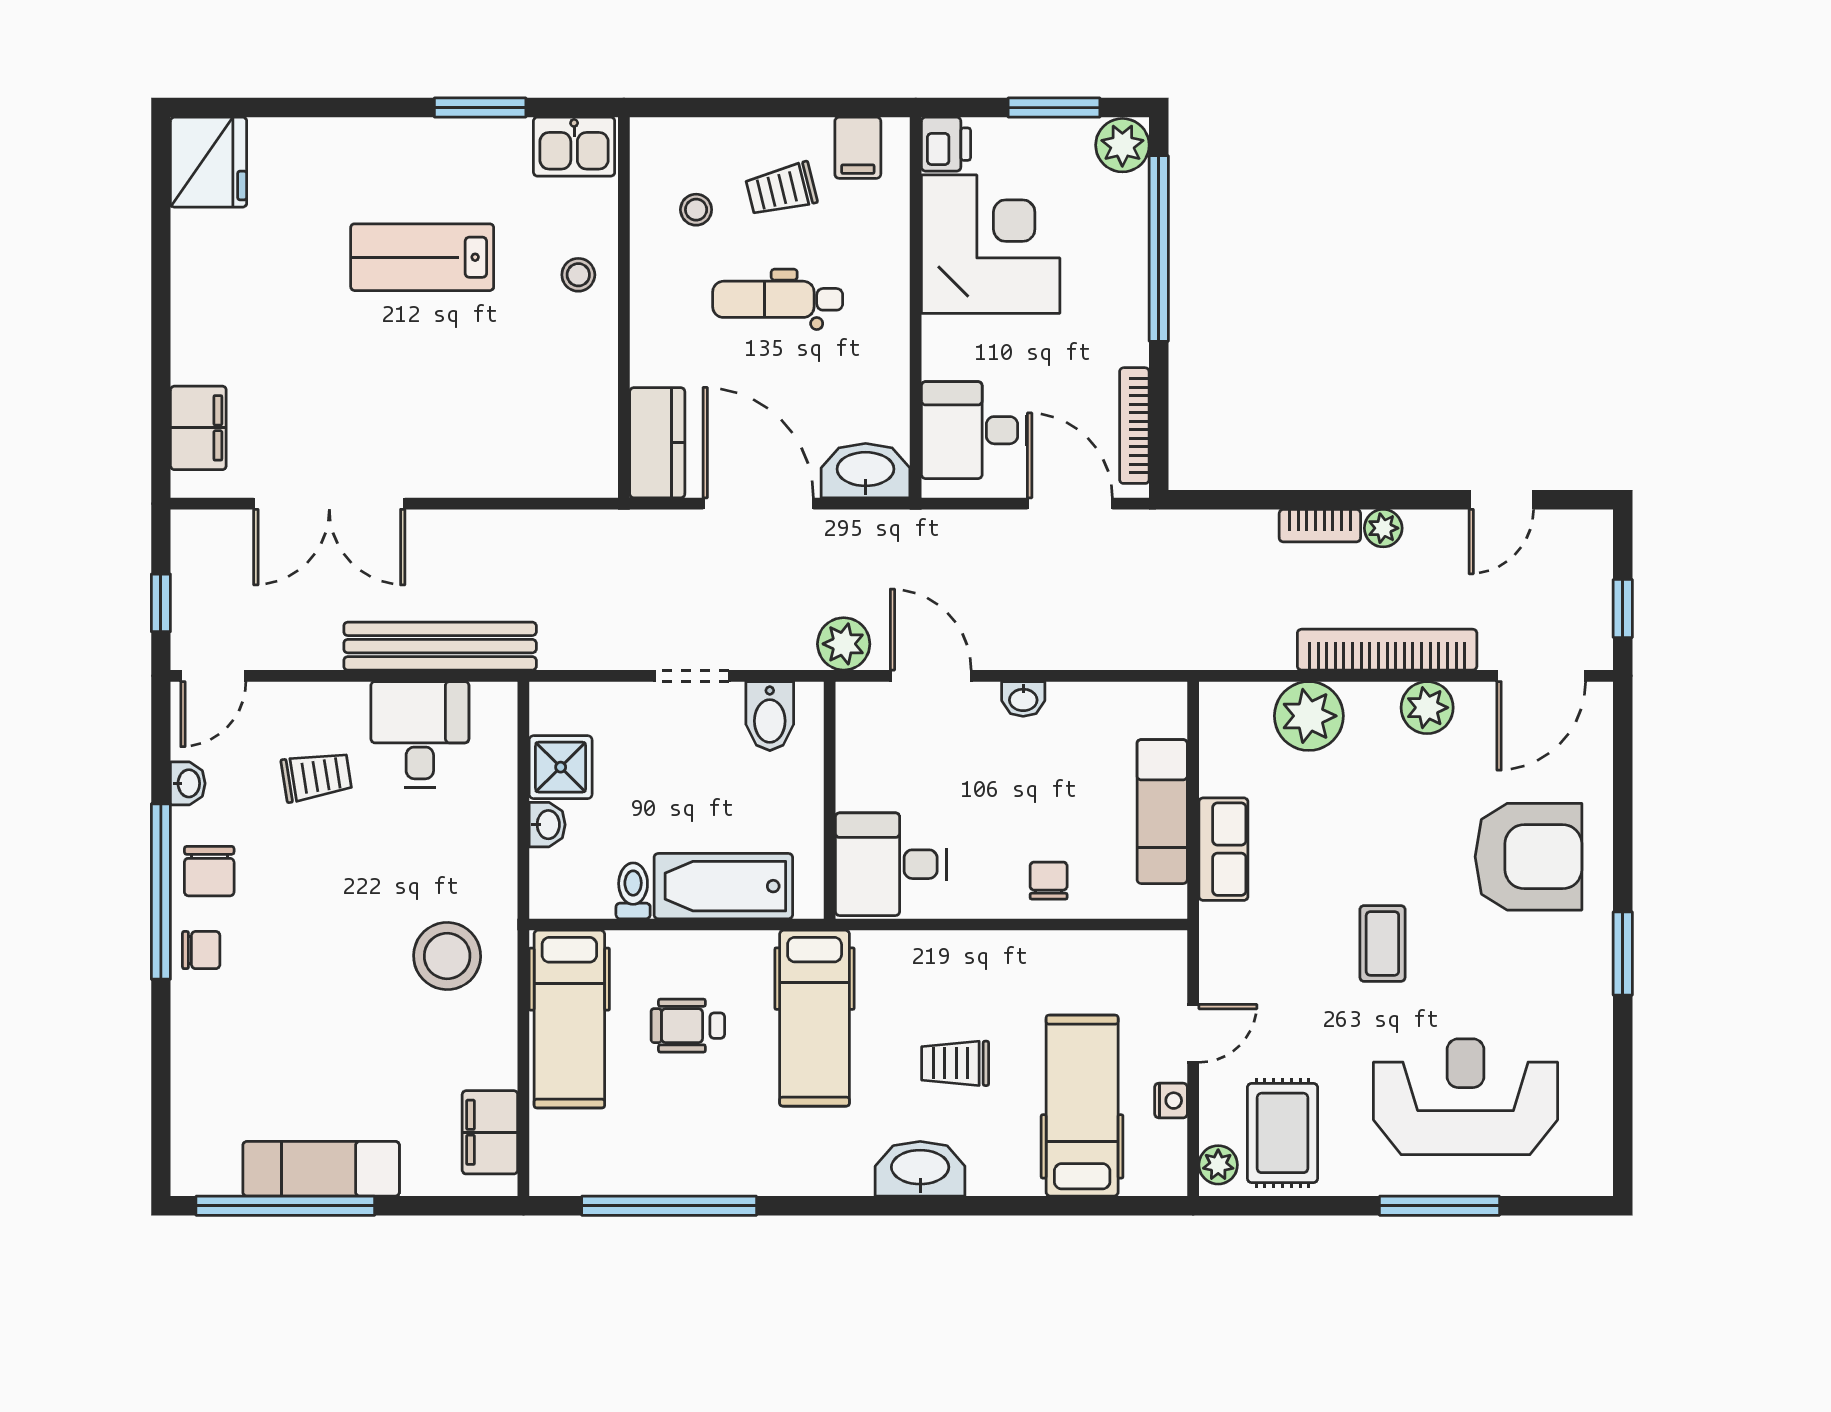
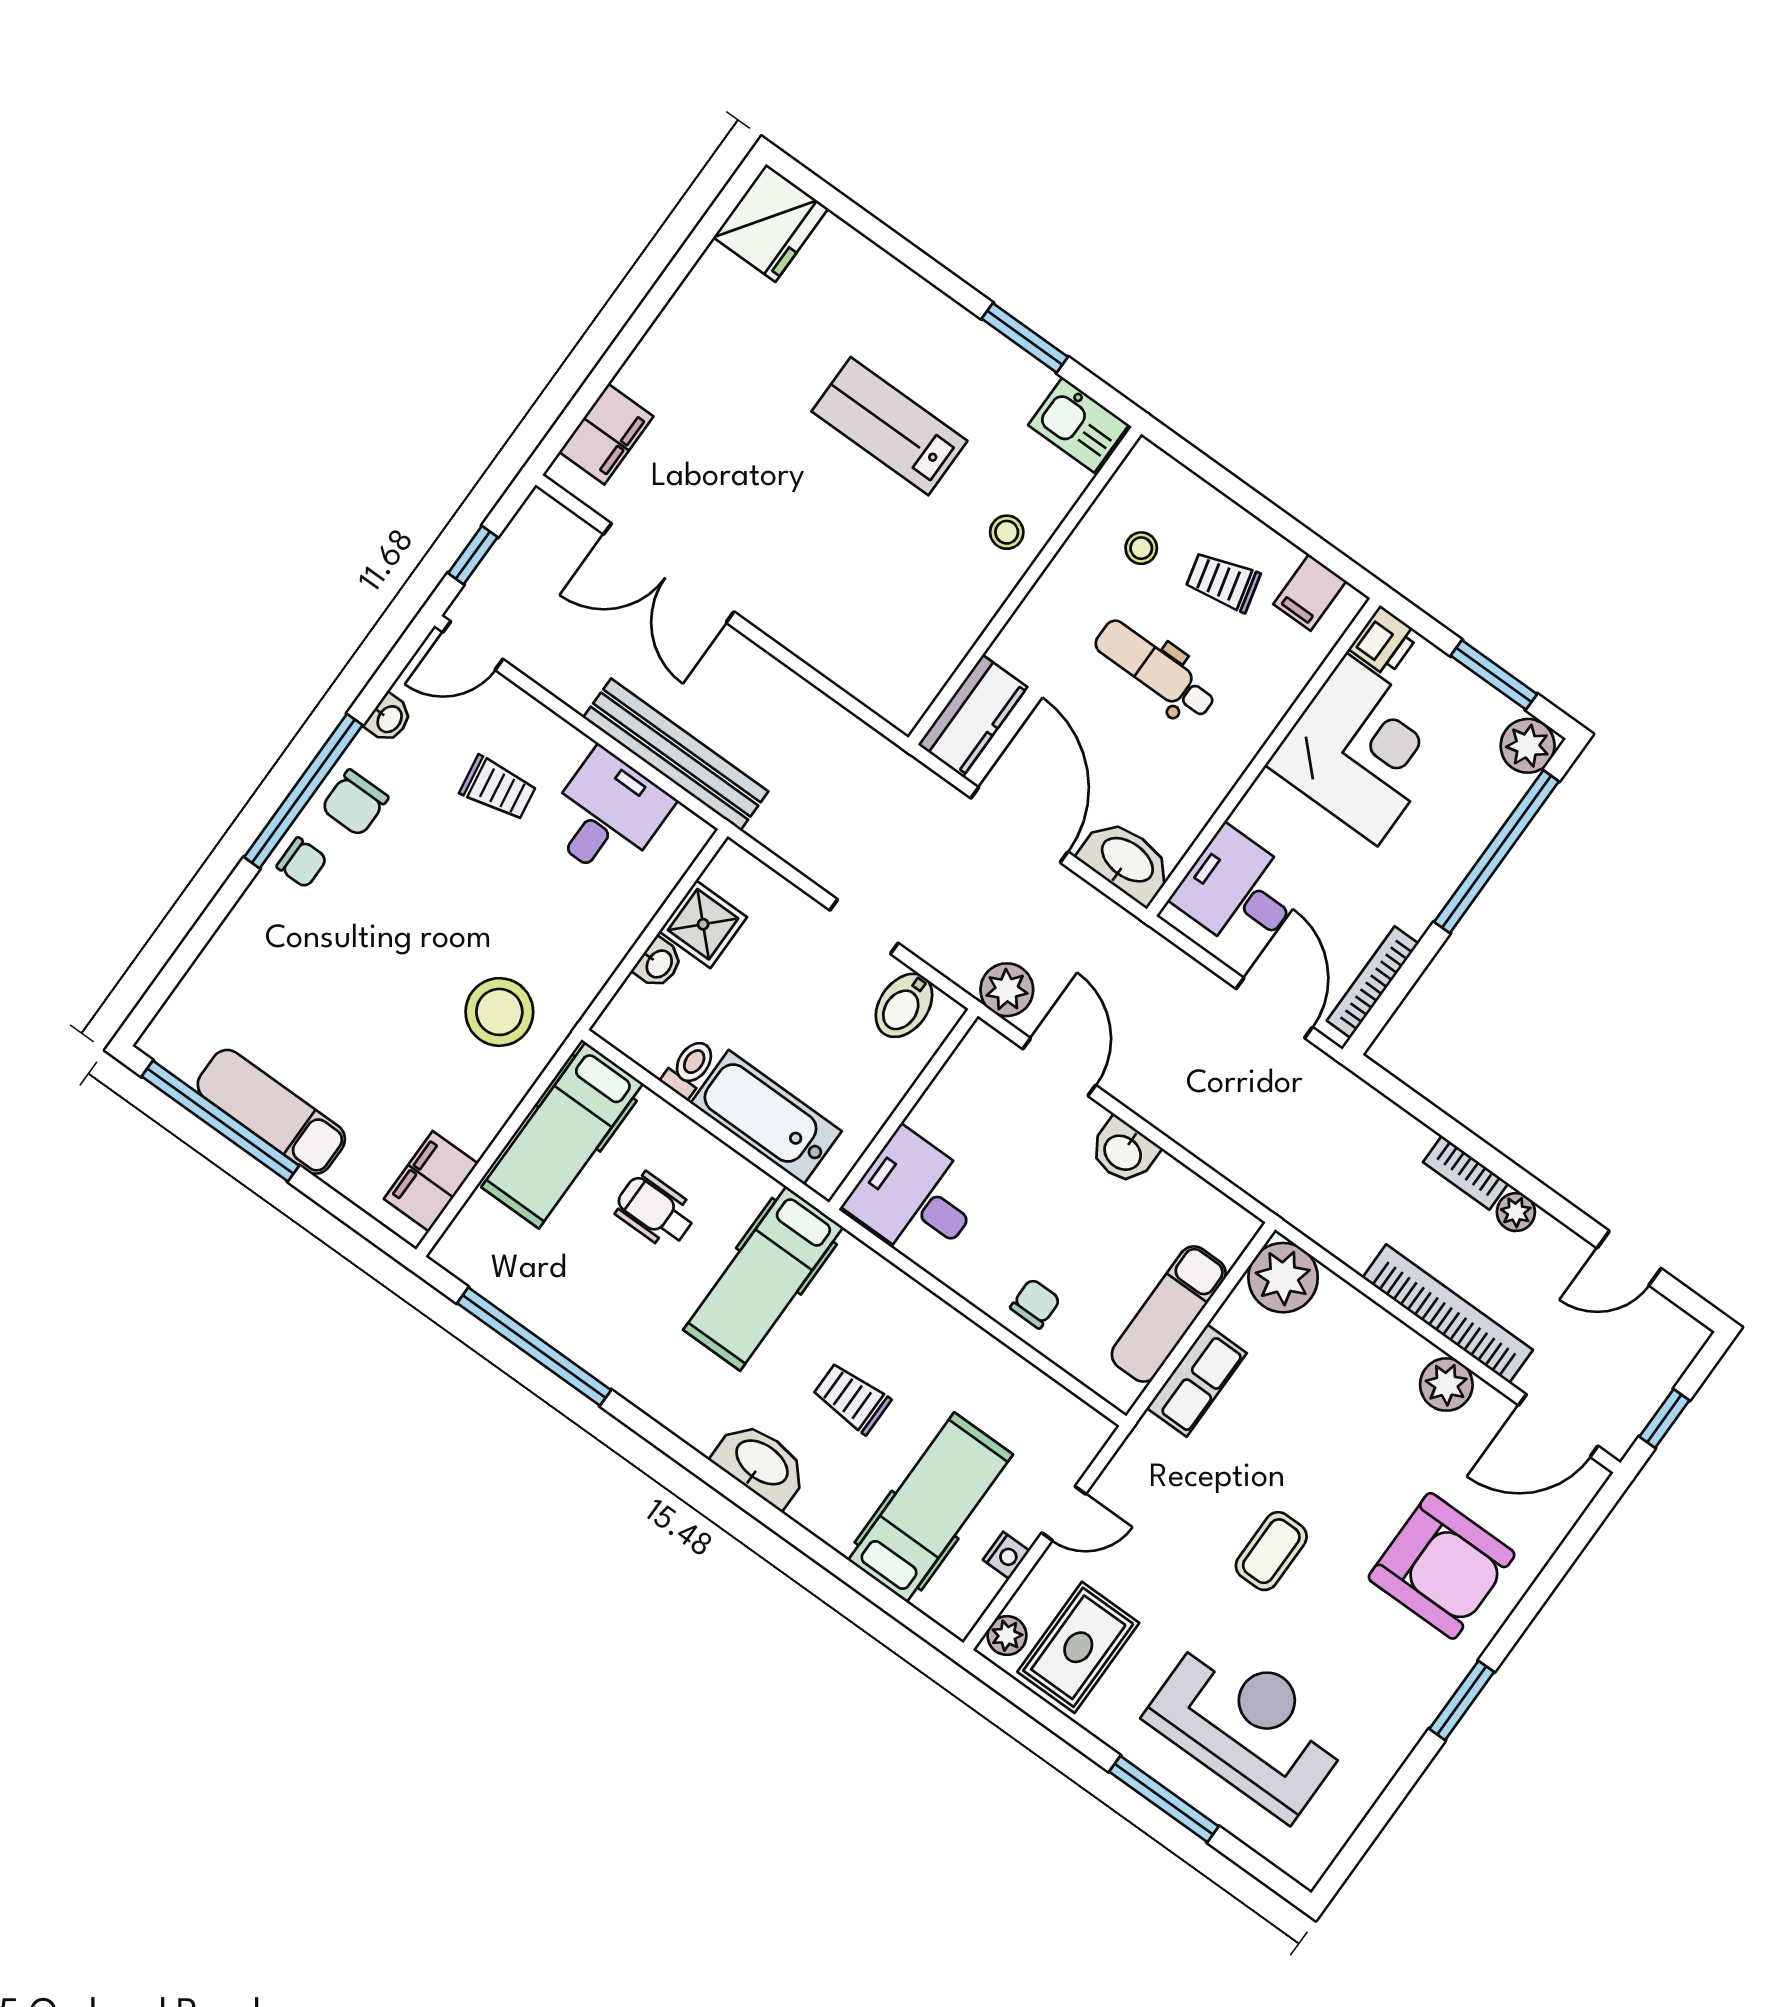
washbasin: (1023, 699) -> (1123, 1151), width x1.38, depth x1.45
plant: (1309, 716) -> (1283, 1278), moved

